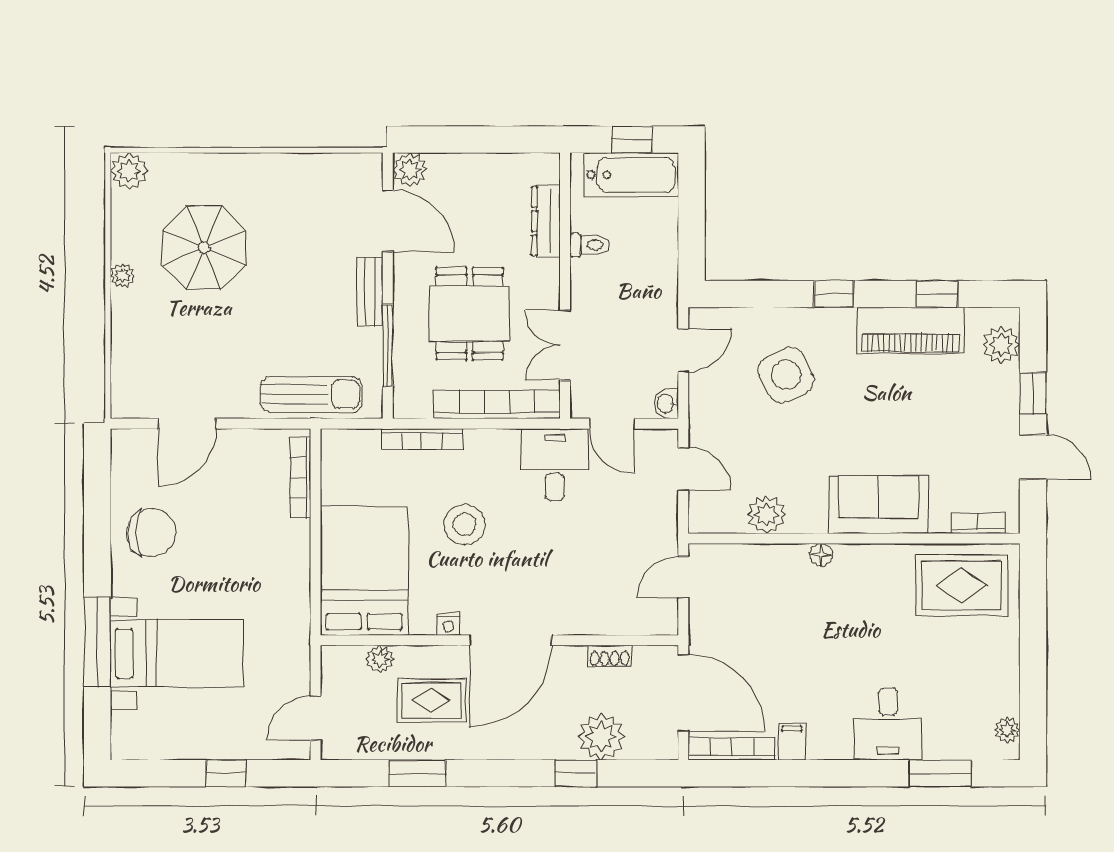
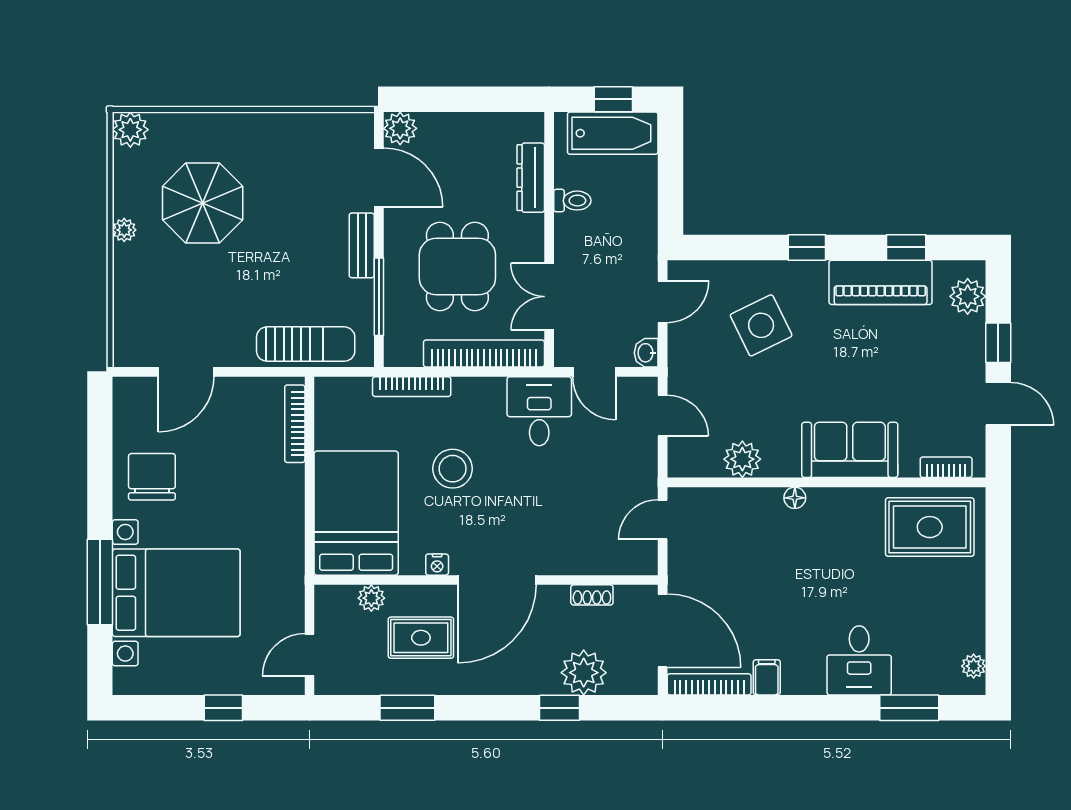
chair: (151, 533) -> (152, 477), turned -90
bed with nightstands: (177, 654) -> (176, 593), width x1.36

